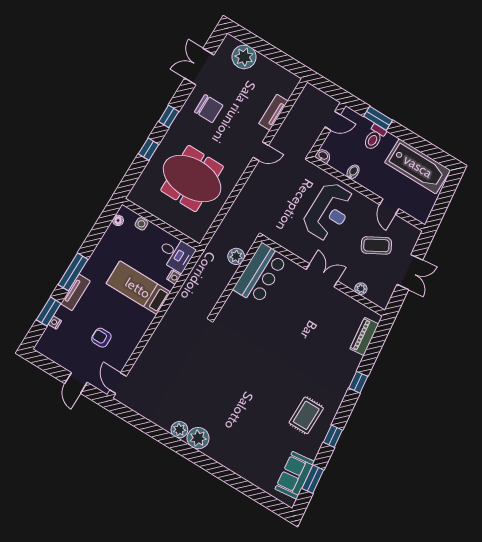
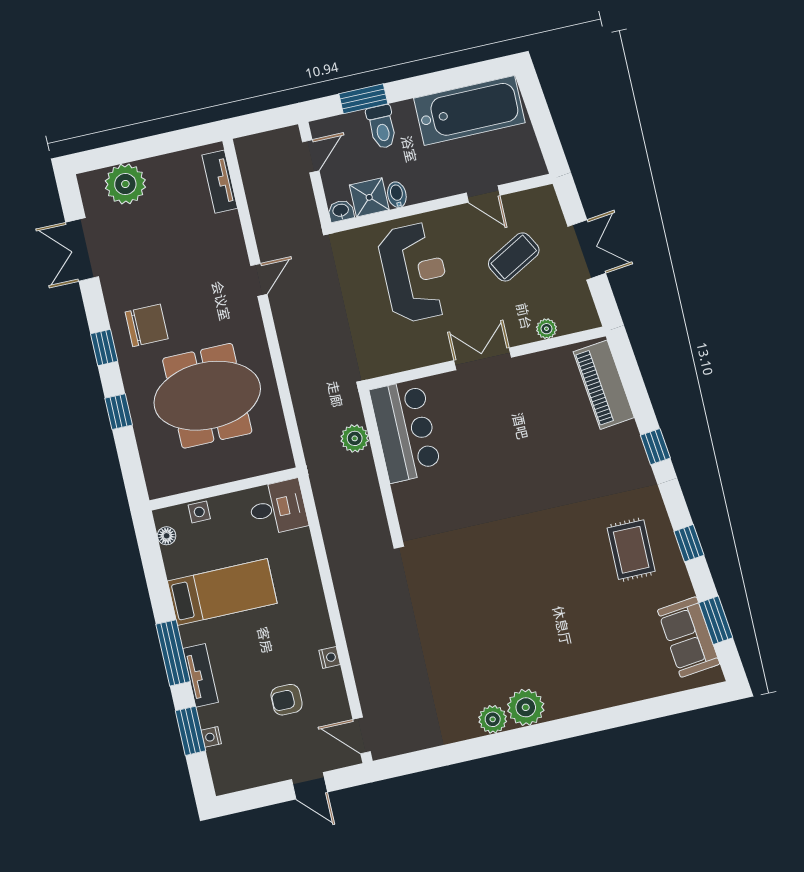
chair: (209, 109) -> (147, 325), moved
tv unit: (273, 112) -> (220, 182), moved
shower: (340, 162) -> (369, 197), added
nightstand: (174, 277) -> (330, 657), moved
bed: (138, 288) -> (222, 592), moved, turned 180
piano: (364, 336) -> (604, 385), width x1.37, depth x1.33

